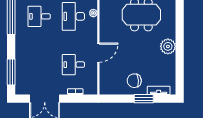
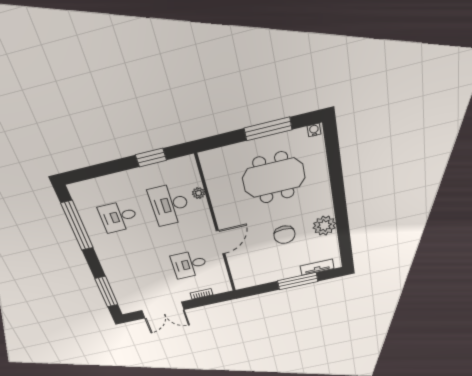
plant: (168, 46) -> (324, 226), moved
chair: (134, 81) -> (284, 235), moved, turned -85
window: (144, 99) -> (298, 281), width x1.44

